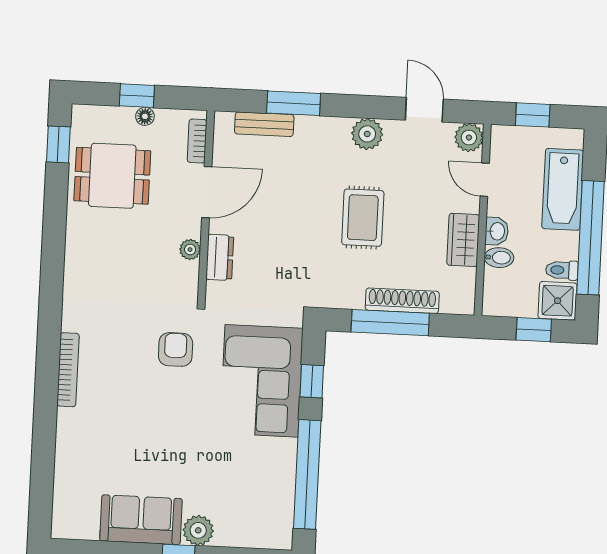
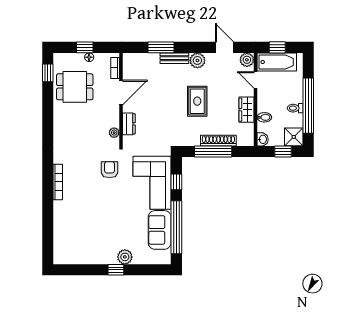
bench: (264, 124) -> (174, 58), moved
bathtub: (563, 189) -> (277, 62), moved, turned -90
washbasin: (497, 231) -> (263, 139), moved
plant: (190, 249) -> (114, 133), moved
toilet: (562, 270) -> (295, 108), moved
sofa: (141, 520) -> (160, 230), moved, turned -90

